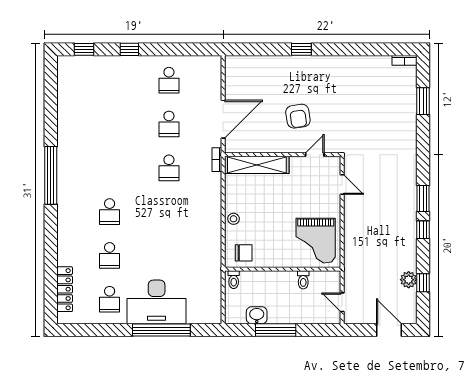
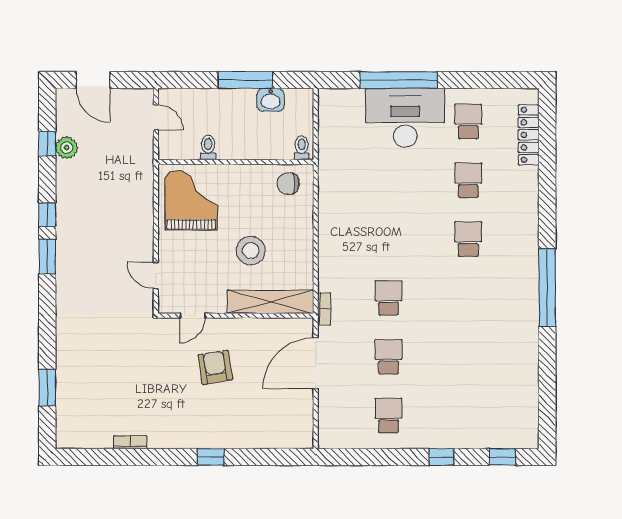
bookcase: (405, 60) -> (130, 442), moved
stool: (234, 219) -> (251, 251), moved, width x1.89, depth x1.89

